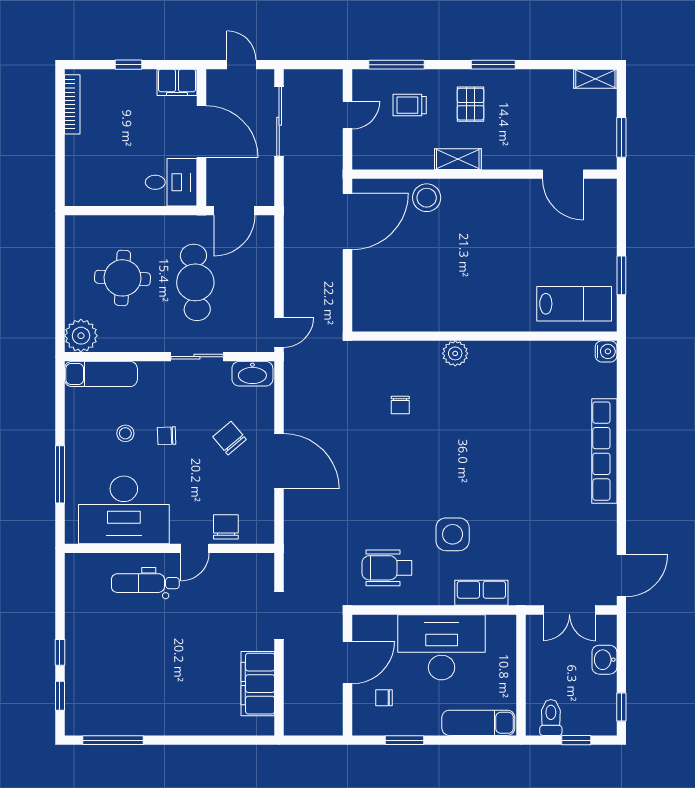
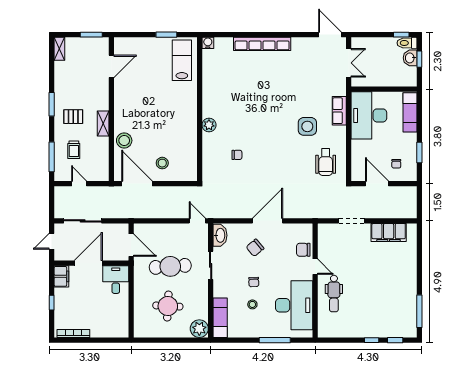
stool: (385, 268) -> (162, 163), added
desk: (442, 647) -> (369, 115), moved
washbasin: (604, 660) -> (410, 58), moved, turned 90
toilet: (551, 717) -> (407, 43), moved

